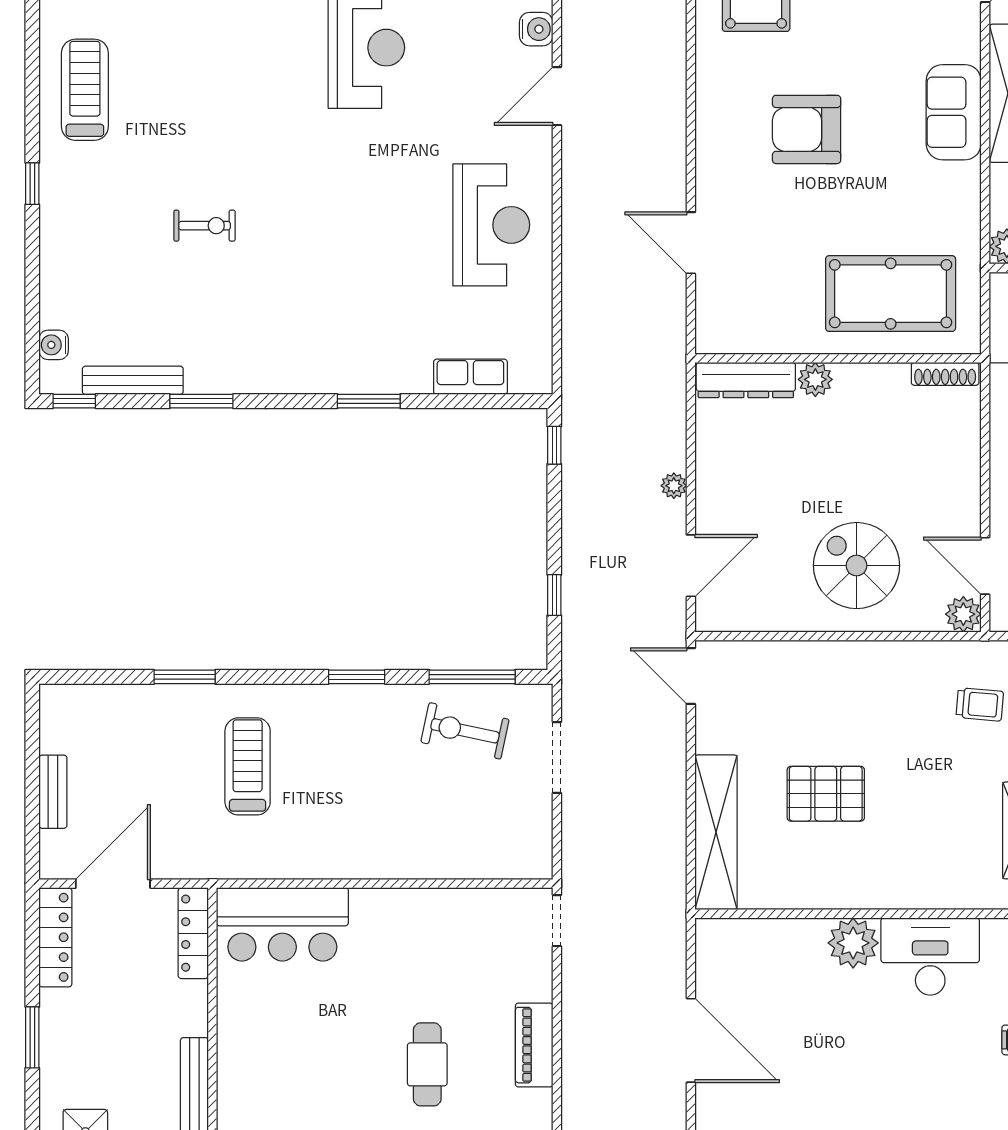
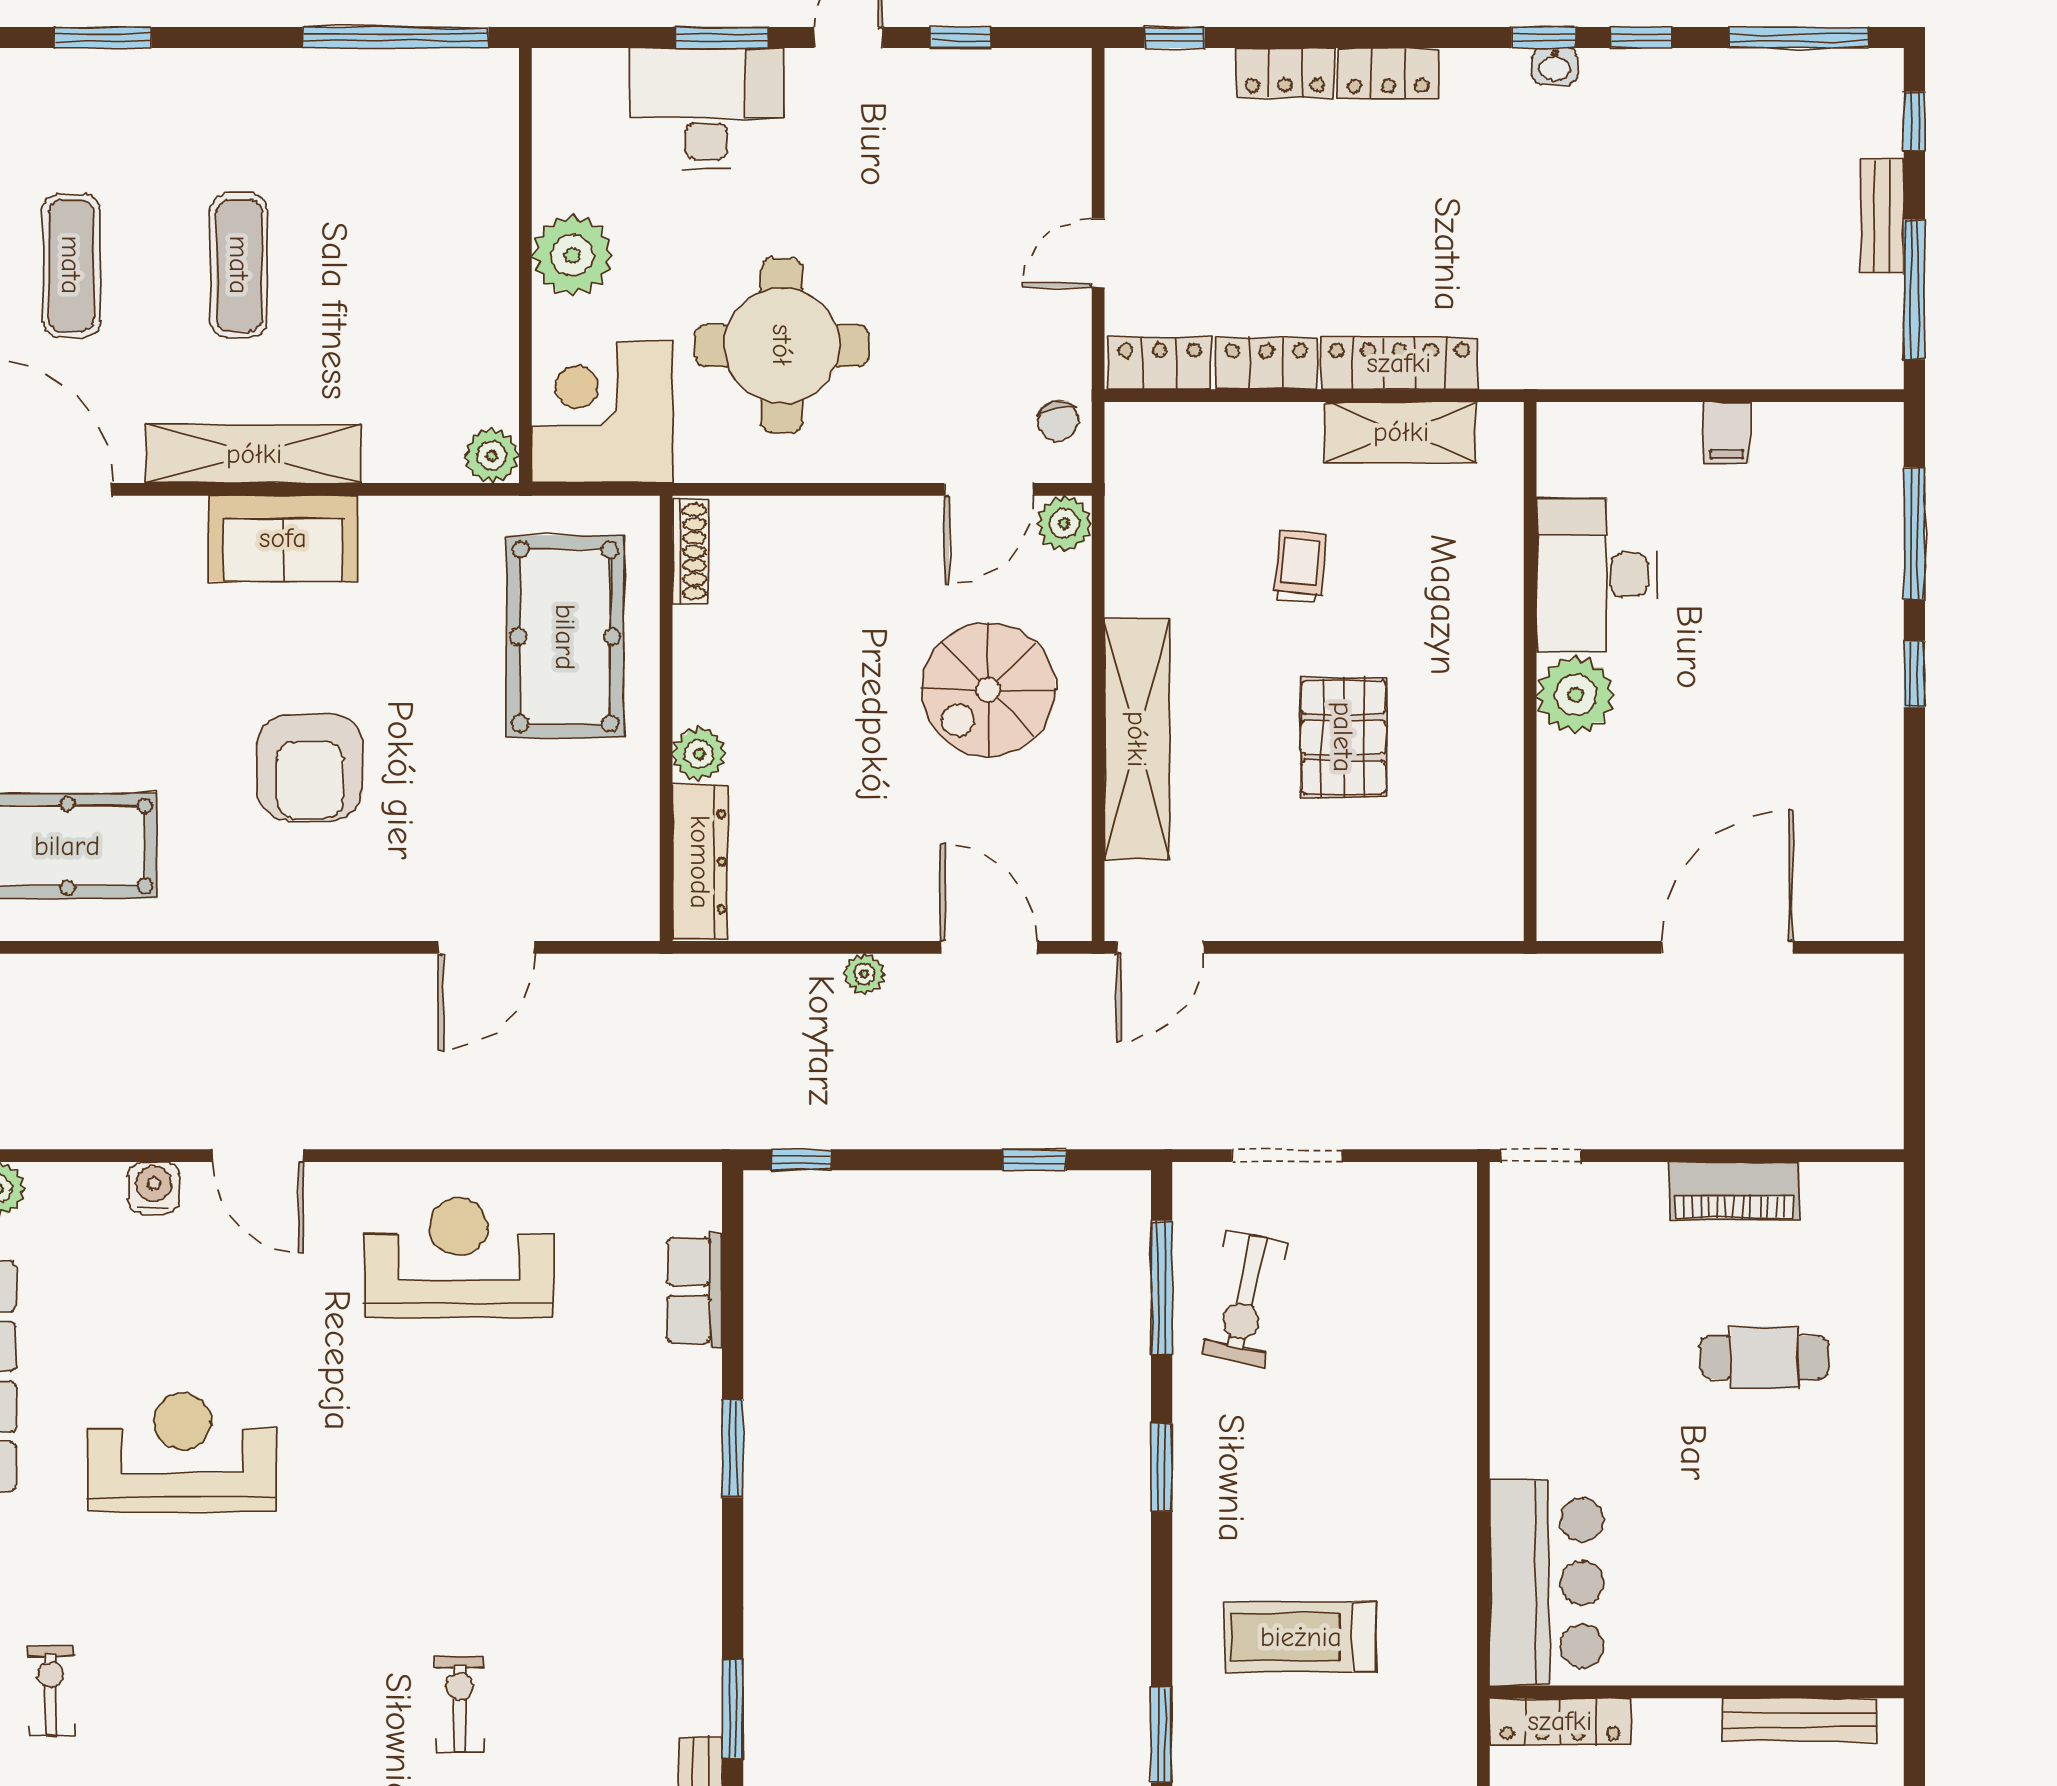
trolley: (980, 704) -> (1300, 567), moved
shelving: (716, 832) -> (1137, 739), moved, turned 90

